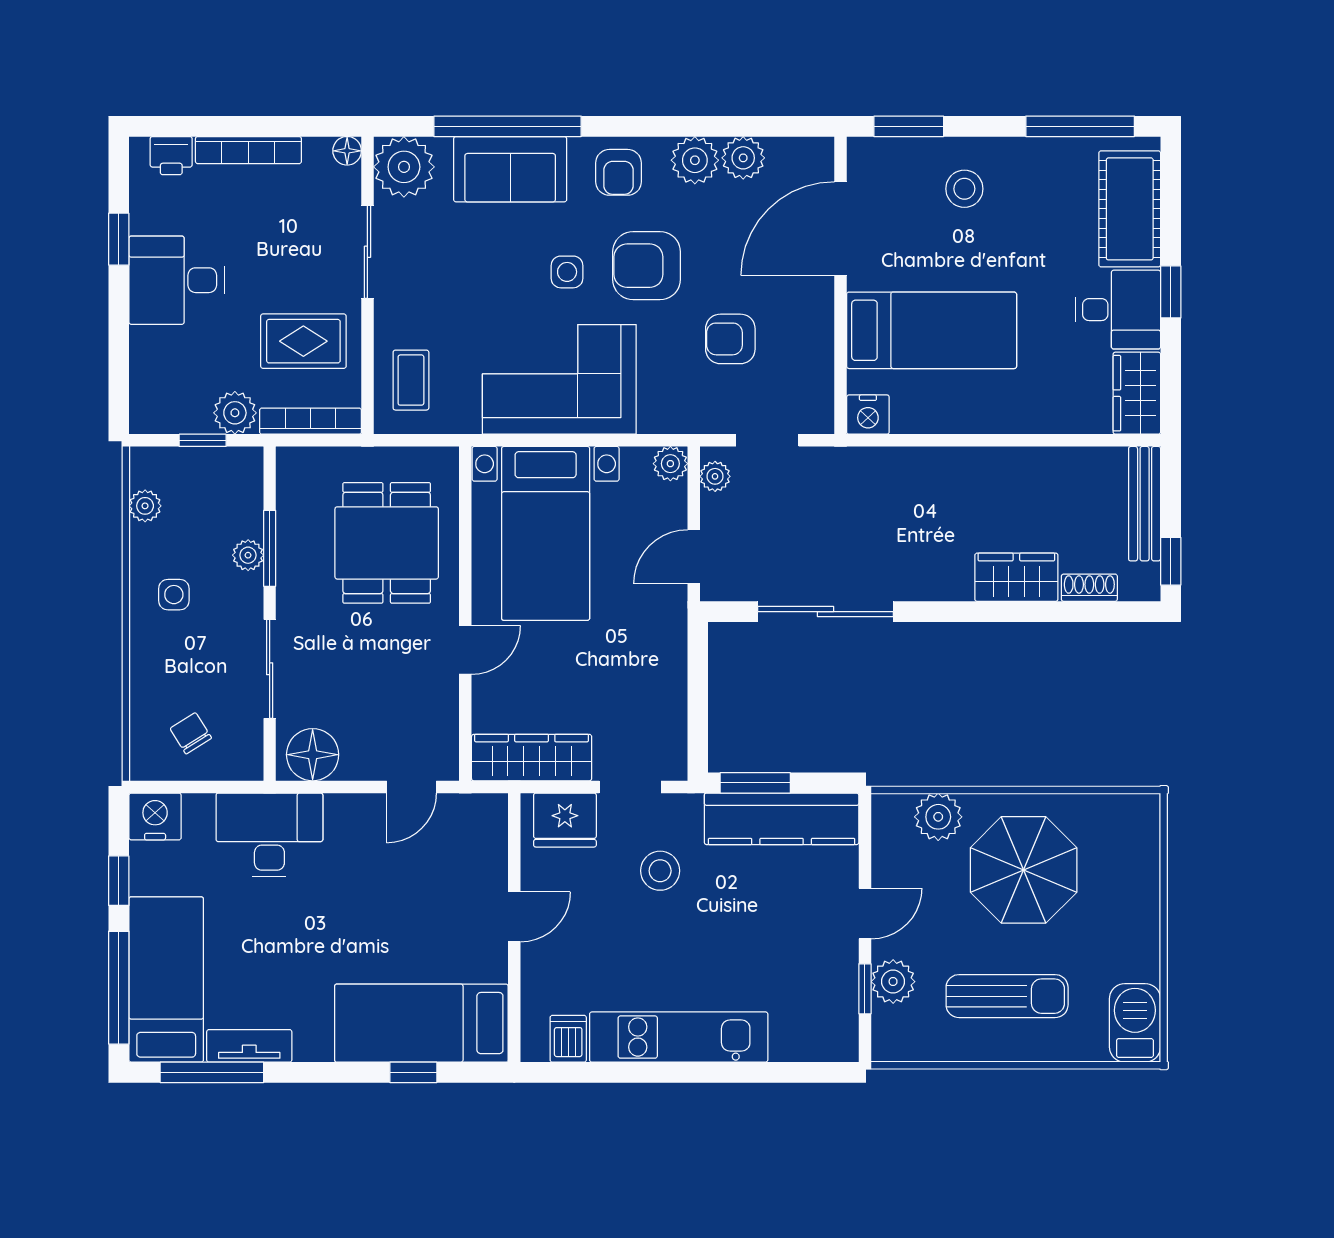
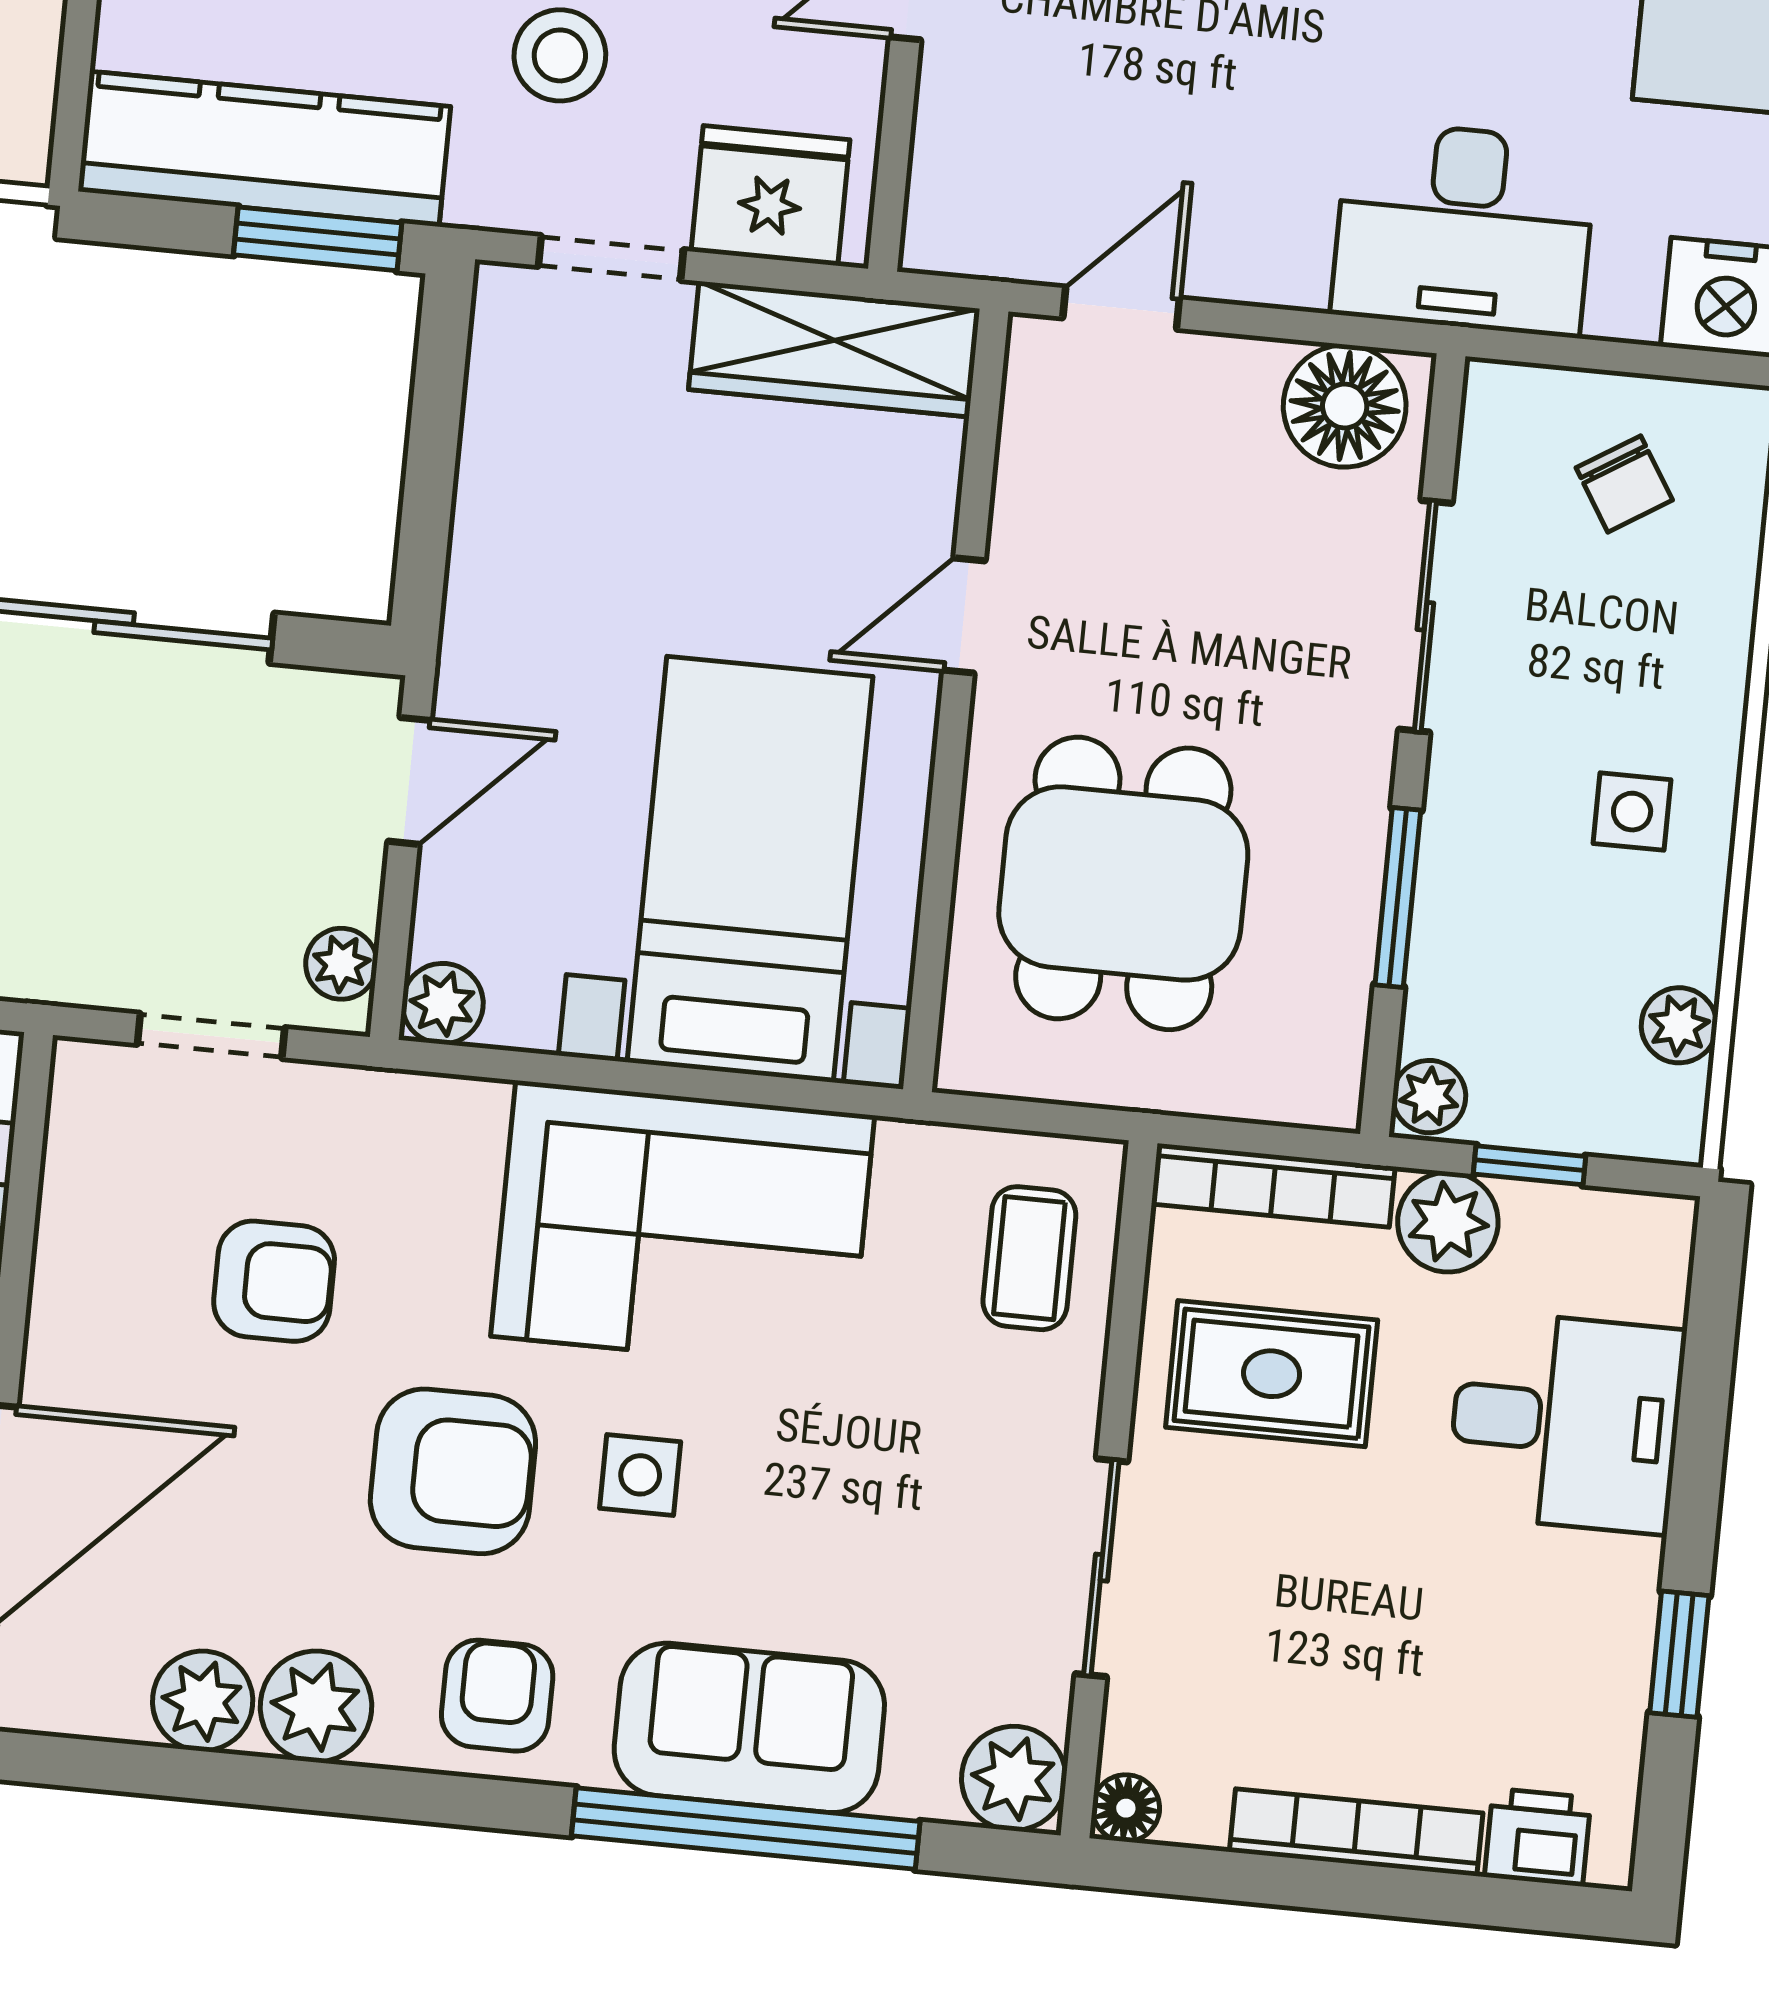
plant: (404, 167) -> (1014, 1778), width x0.73, depth x0.73
desk: (177, 280) -> (1566, 1422), moved
plant: (248, 555) -> (1429, 1097), moved

